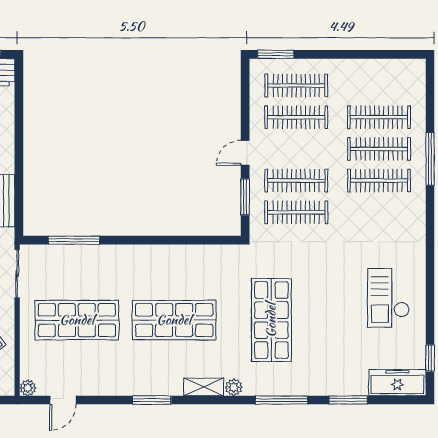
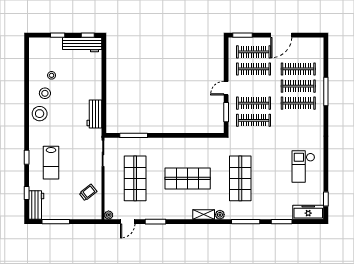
door: (347, 54) -> (281, 35), added
shop shelf: (77, 320) -> (135, 178), turned 90
window: (152, 400) -> (156, 222), moved

